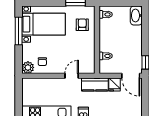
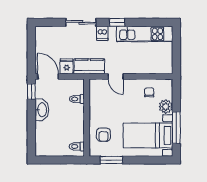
washbasin: (136, 15) -> (42, 110), moved
plant: (28, 67) -> (166, 107), moved
door: (72, 76) -> (116, 76), hinge flipped

